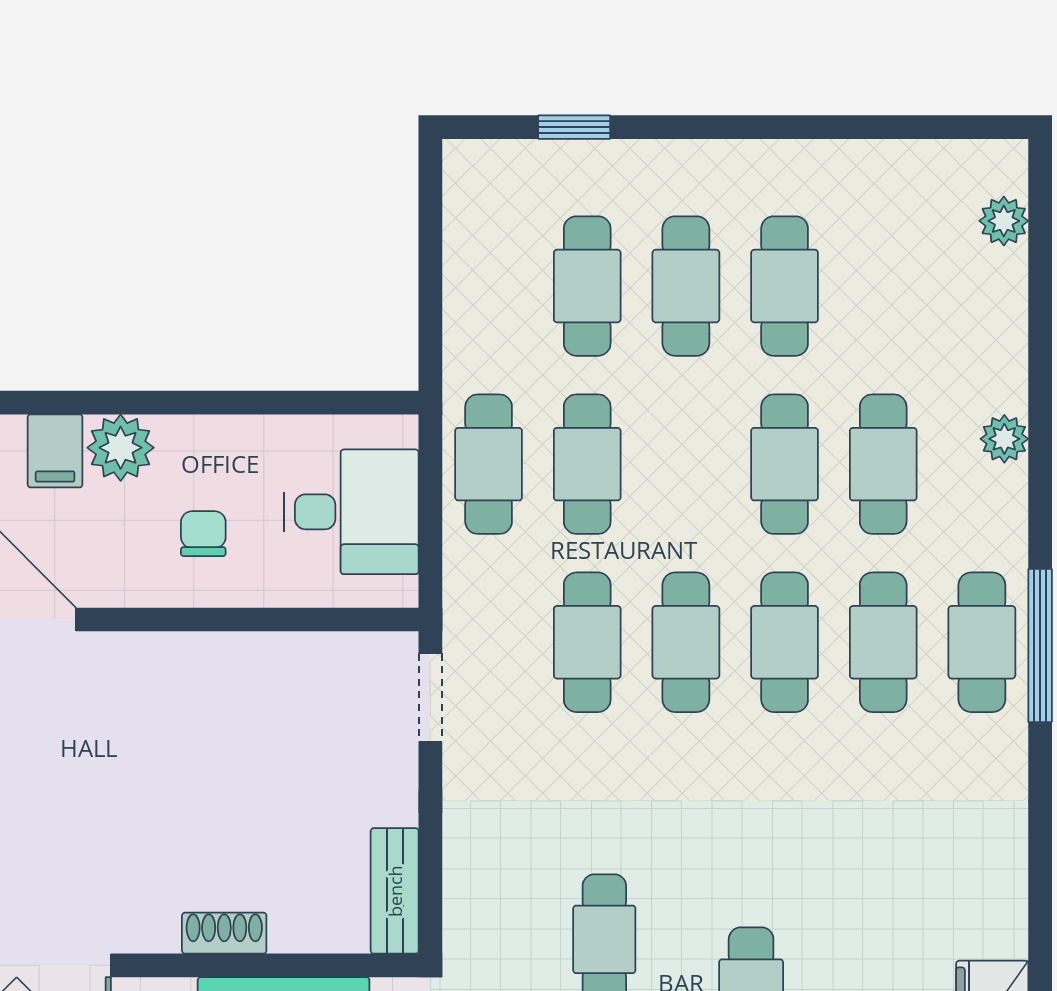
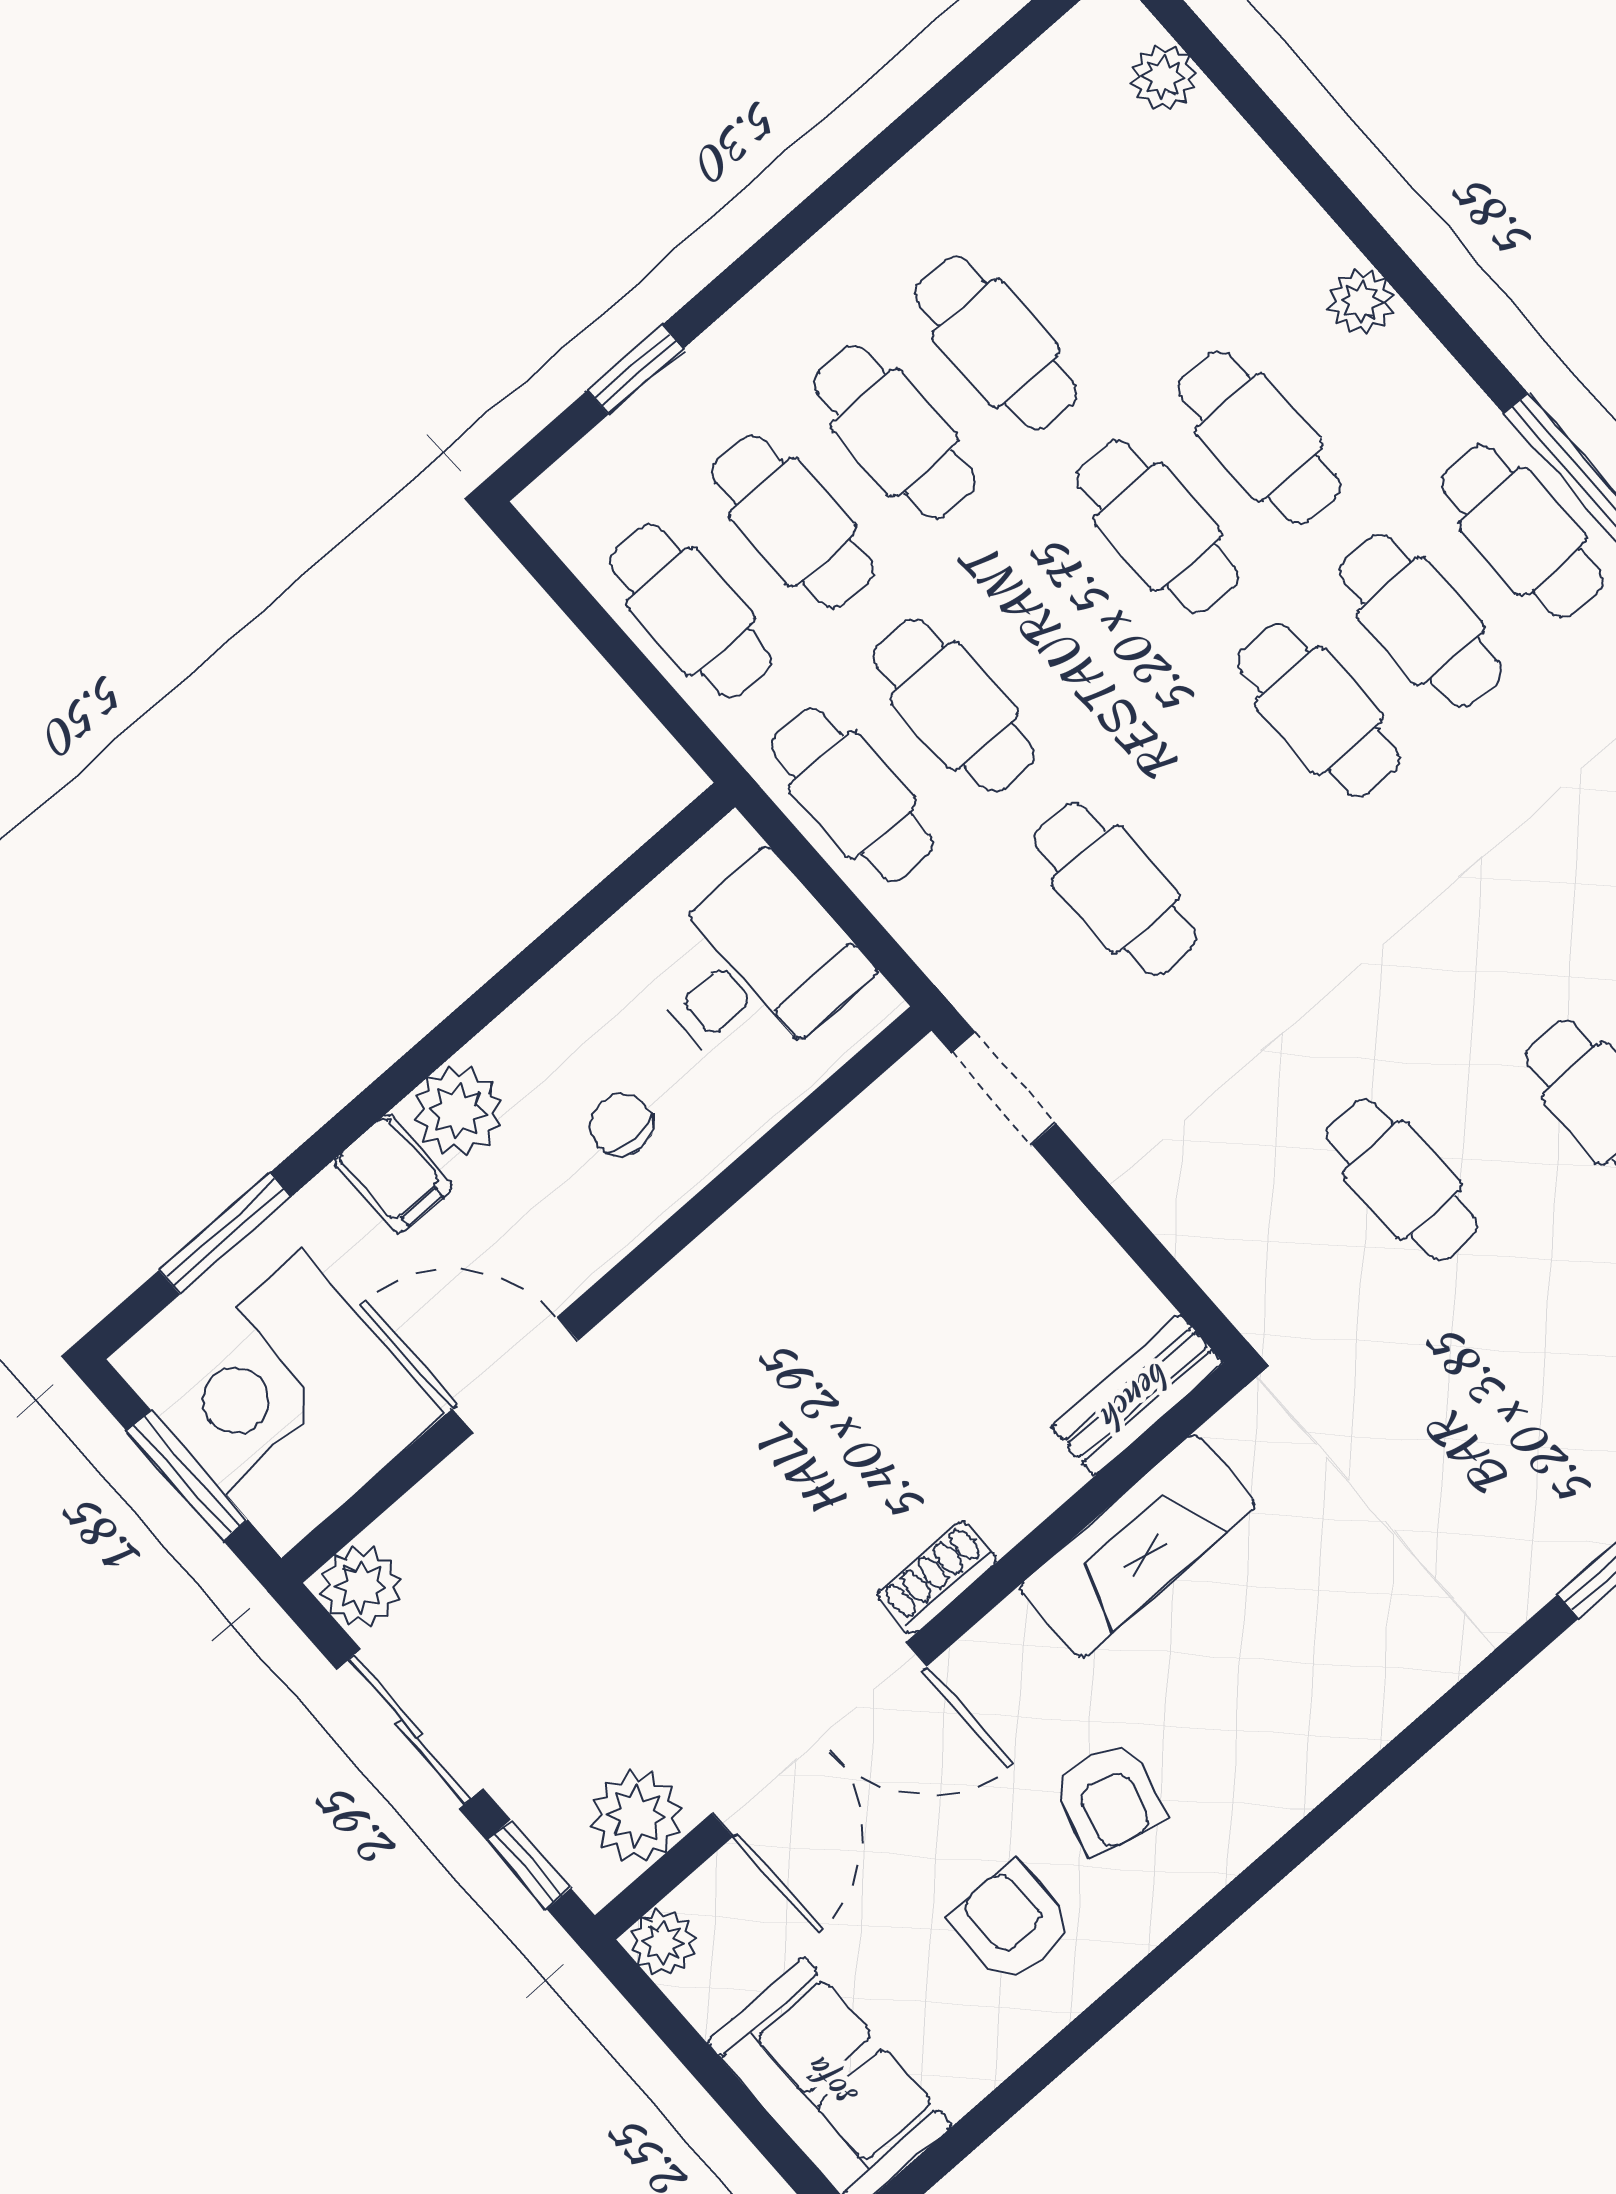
cafe table: (686, 642) -> (691, 611), moved
bench: (395, 891) -> (1137, 1395), moved, turned 90
shoe rack: (224, 933) -> (937, 1578), moved

